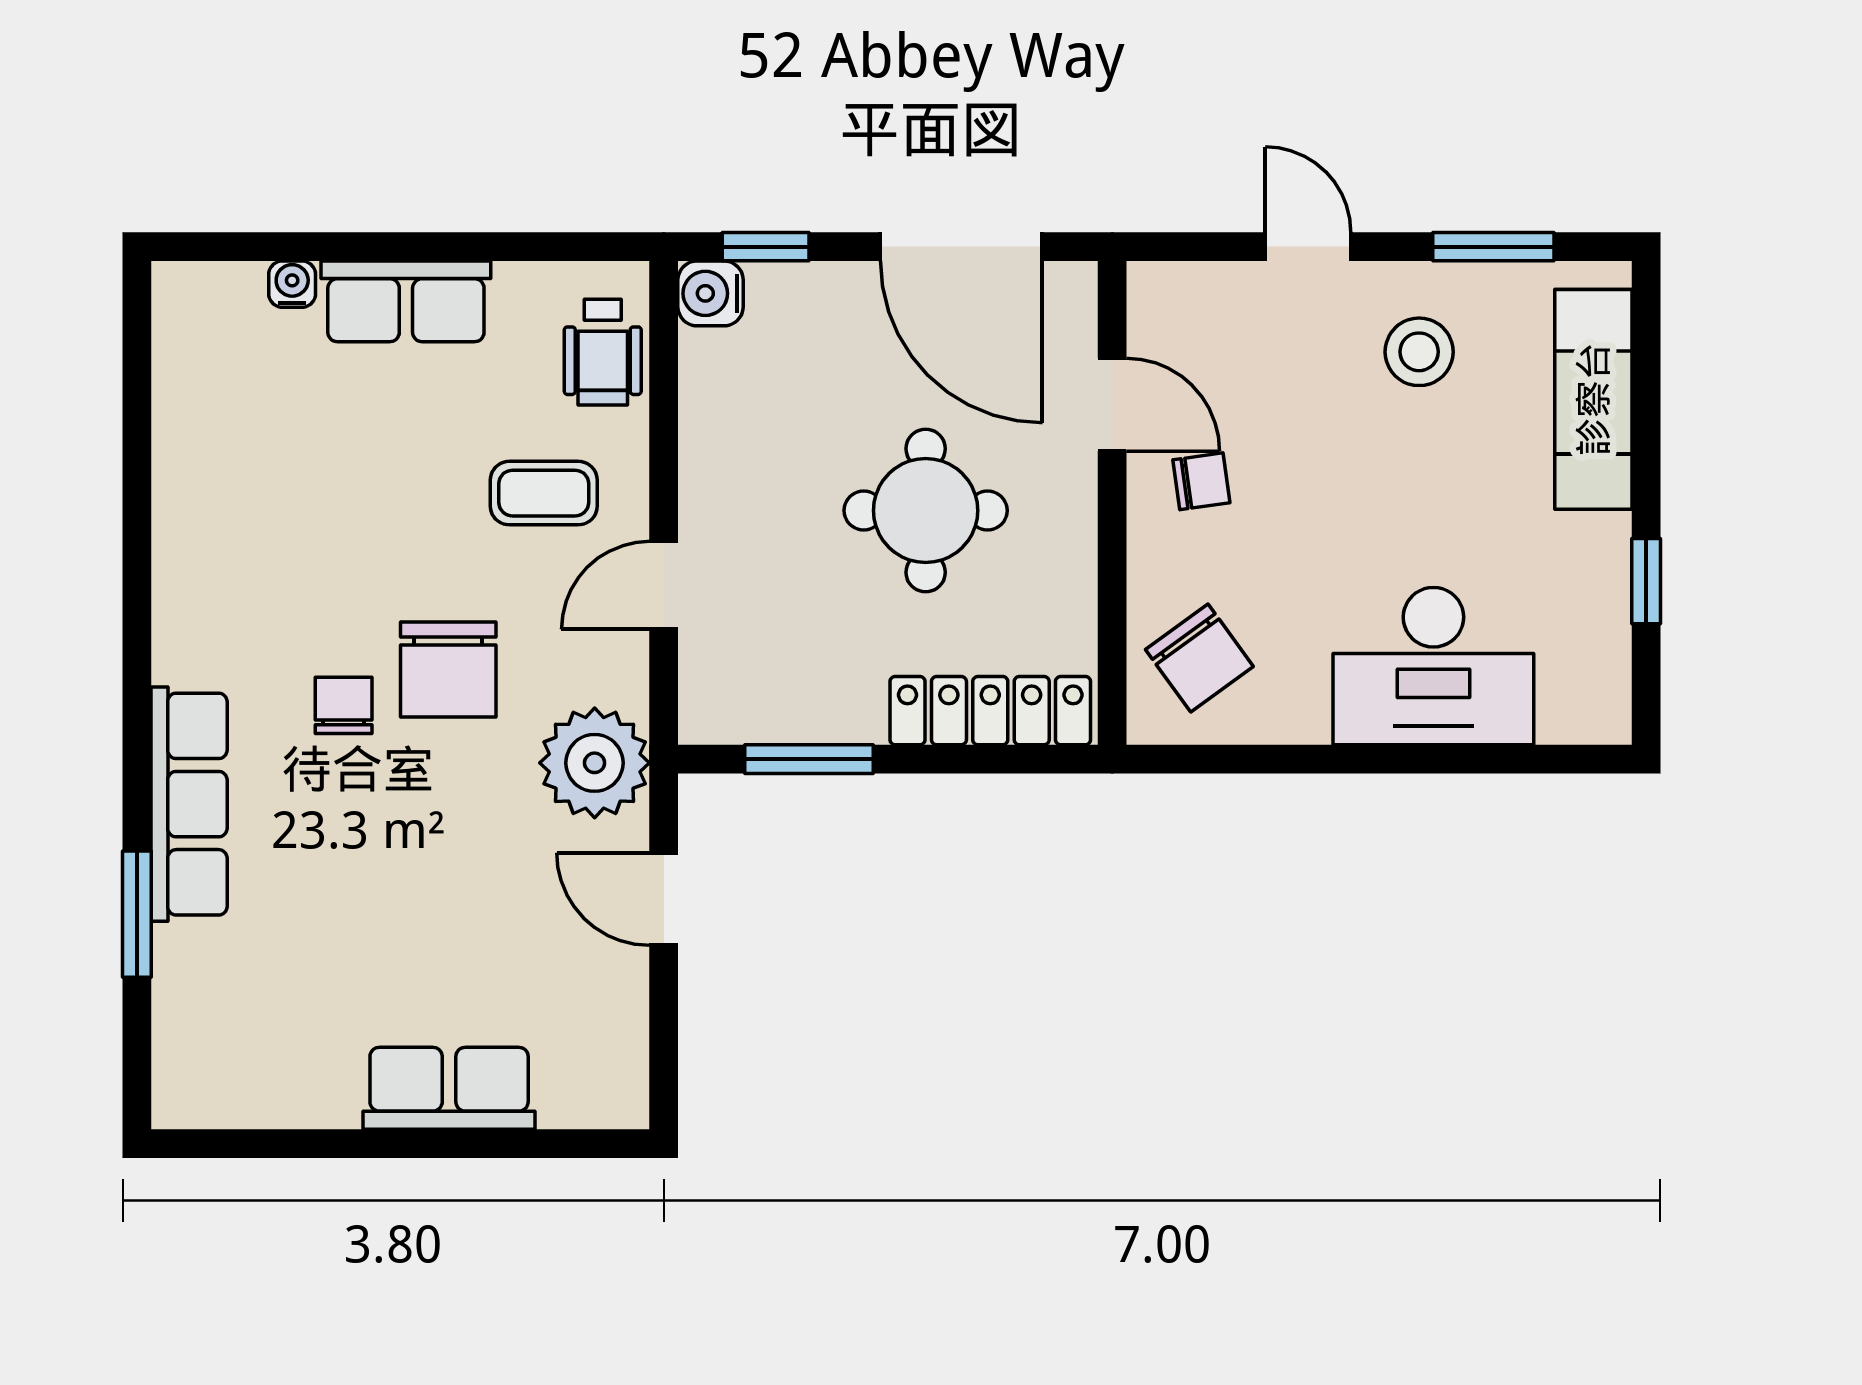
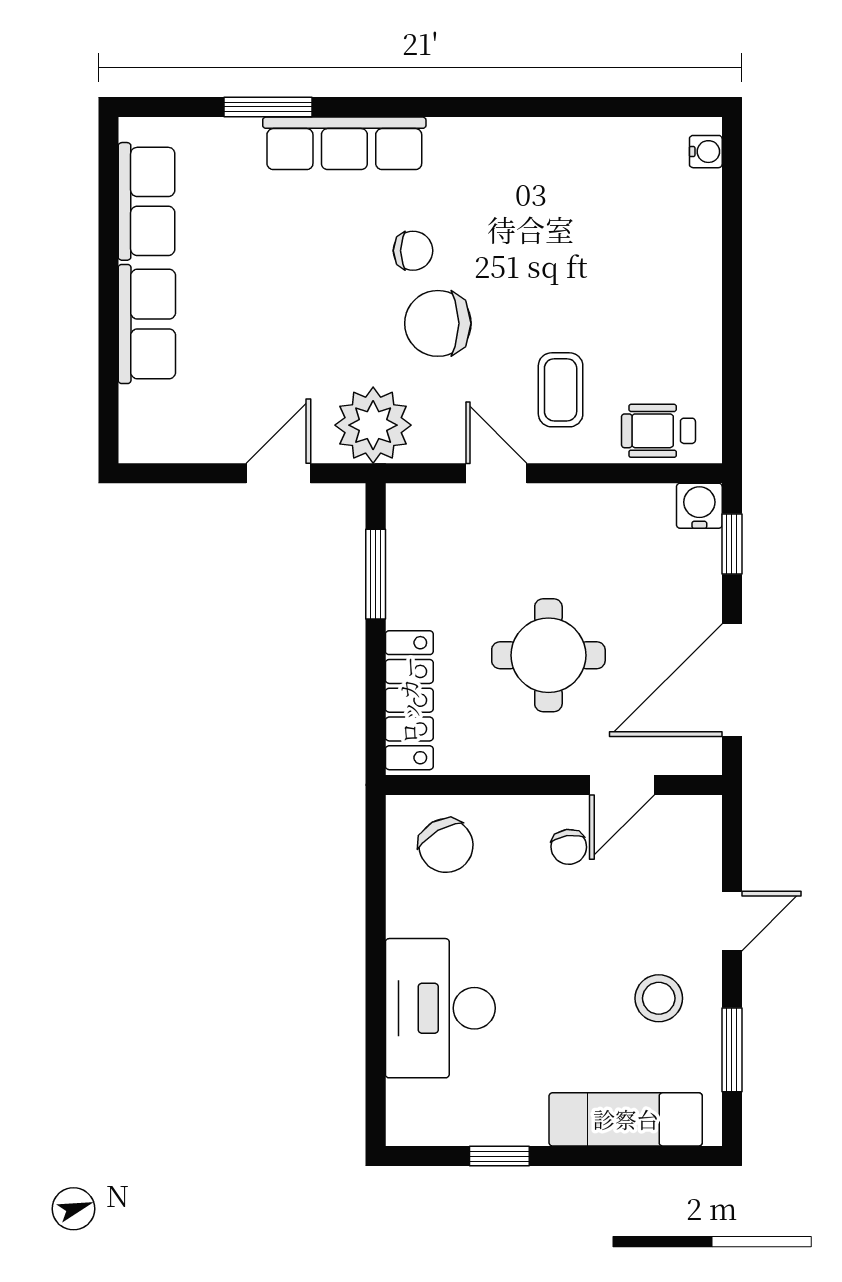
water cooler: (292, 284) -> (706, 152), moved
row of seats: (406, 301) -> (146, 201), moved, turned 180
chair: (1199, 658) -> (446, 846), turned -84

